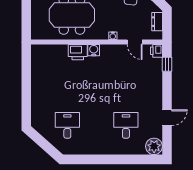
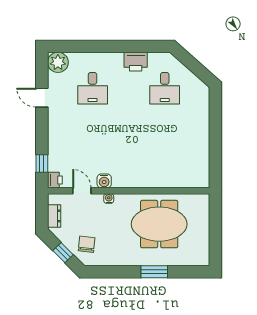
water cooler: (94, 50) -> (104, 181), moved
printer: (78, 52) -> (136, 62), moved, turned 180
door: (167, 118) -> (42, 98), hinge flipped

